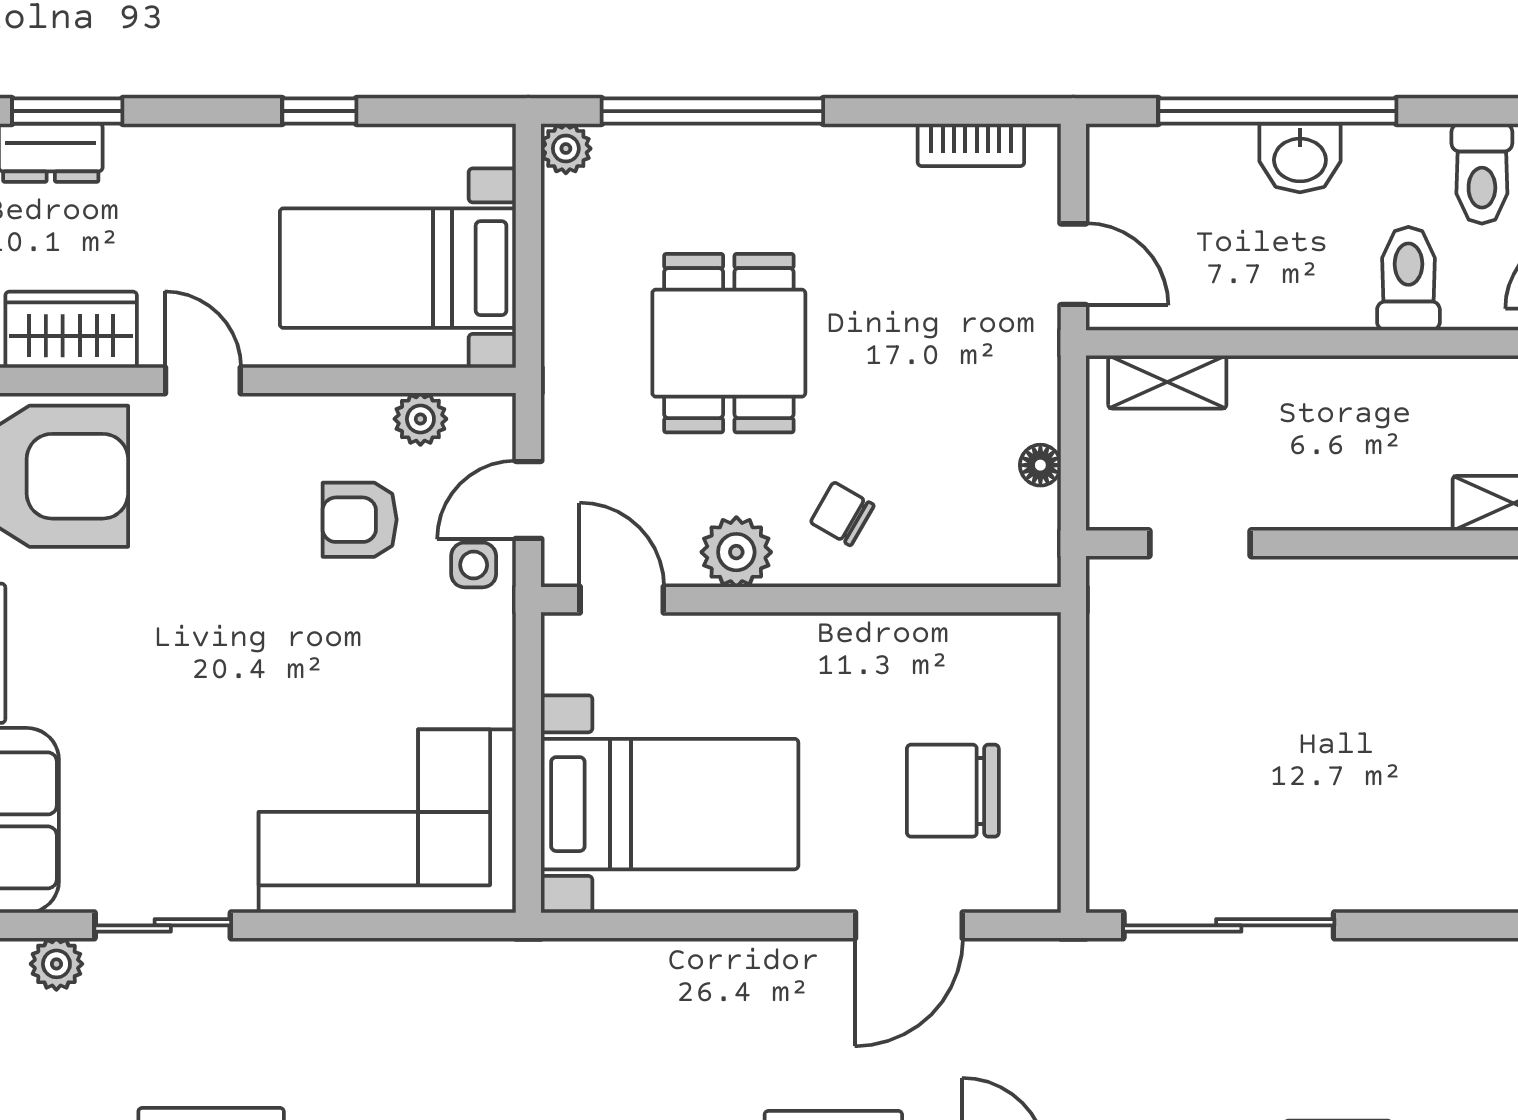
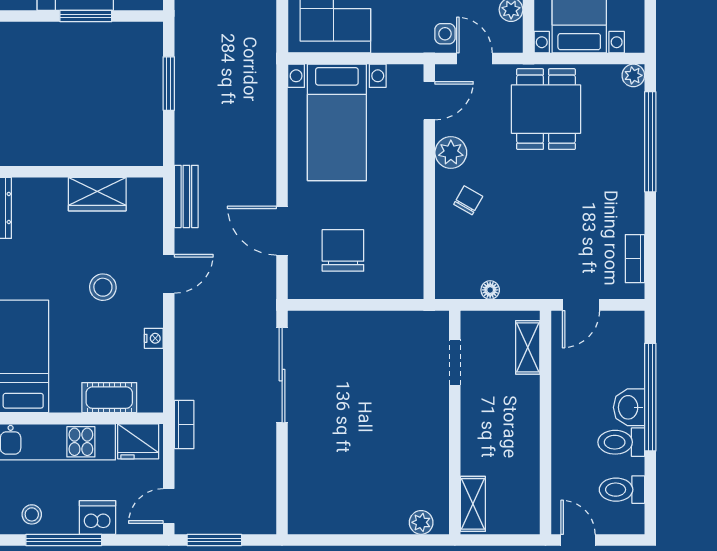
toilet: (1408, 279) -> (621, 442), moved, turned 180
dining table: (729, 343) -> (546, 109), moved, turned 90

